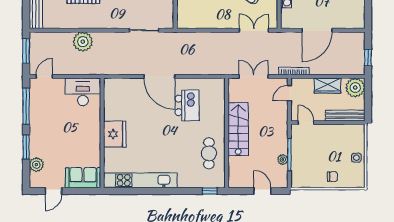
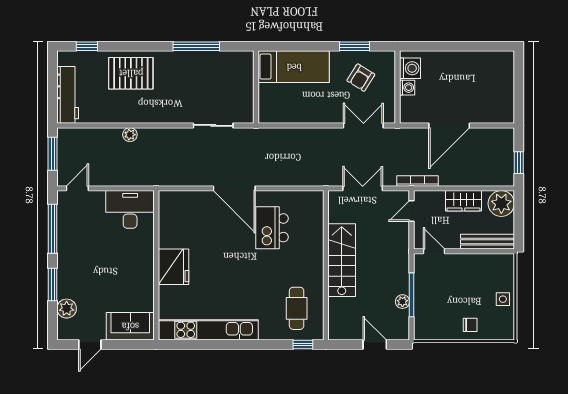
plant: (83, 42) -> (130, 135), width x0.53, depth x0.53
kitchen island: (187, 105) -> (272, 228), turned 180
cafe table: (209, 153) -> (297, 308), moved

